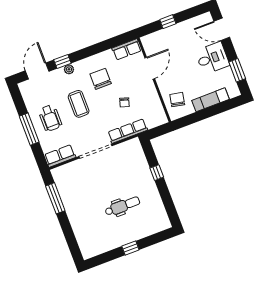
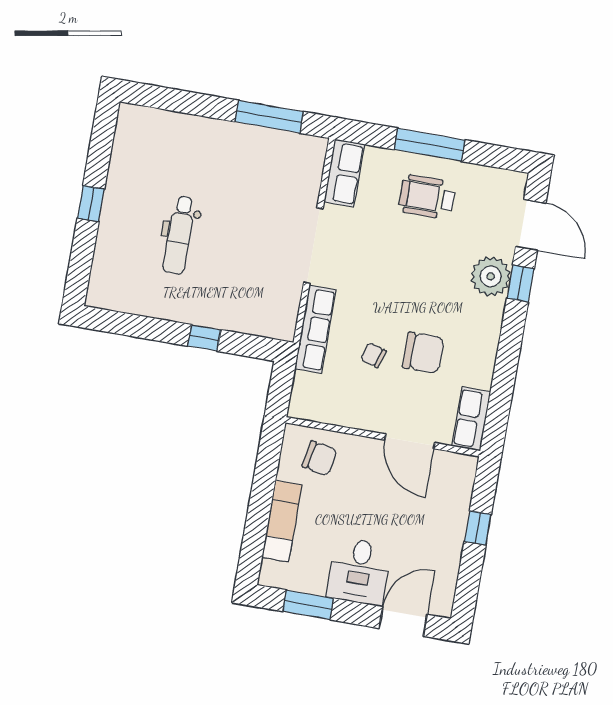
plant: (69, 69) -> (491, 276), width x1.88, depth x1.88
chair: (101, 79) -> (423, 353), moved
coffee table: (79, 104) -> (422, 267), removed

